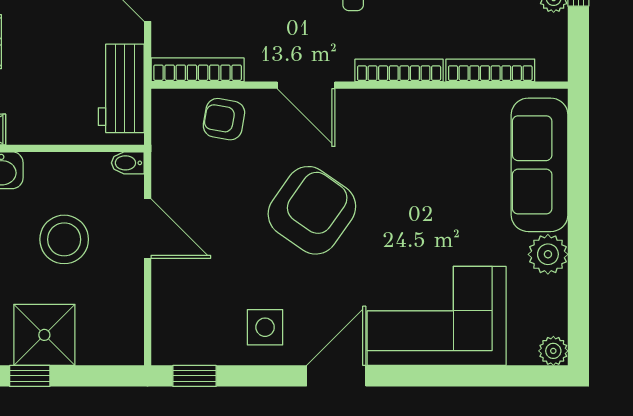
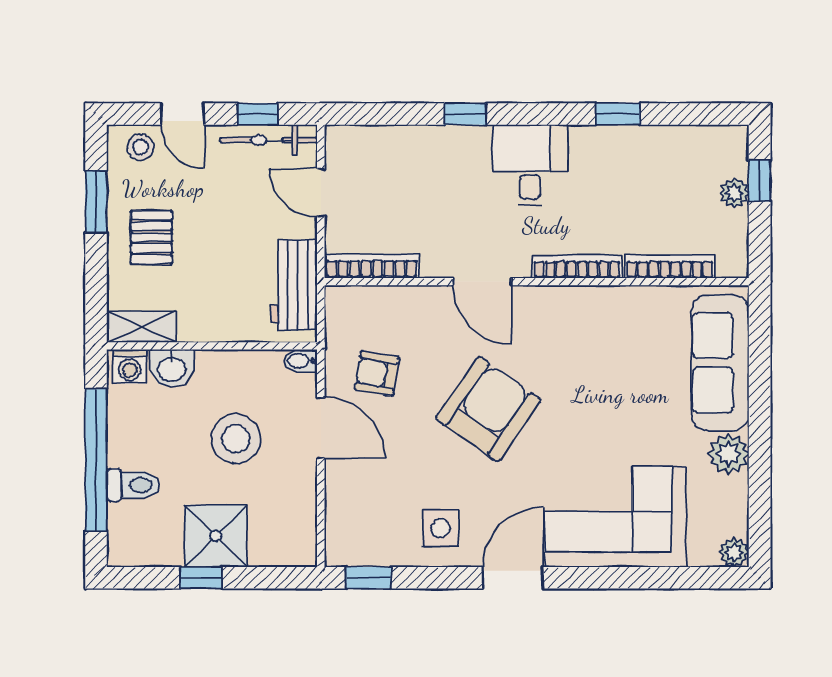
armchair: (224, 119) -> (377, 373), moved

